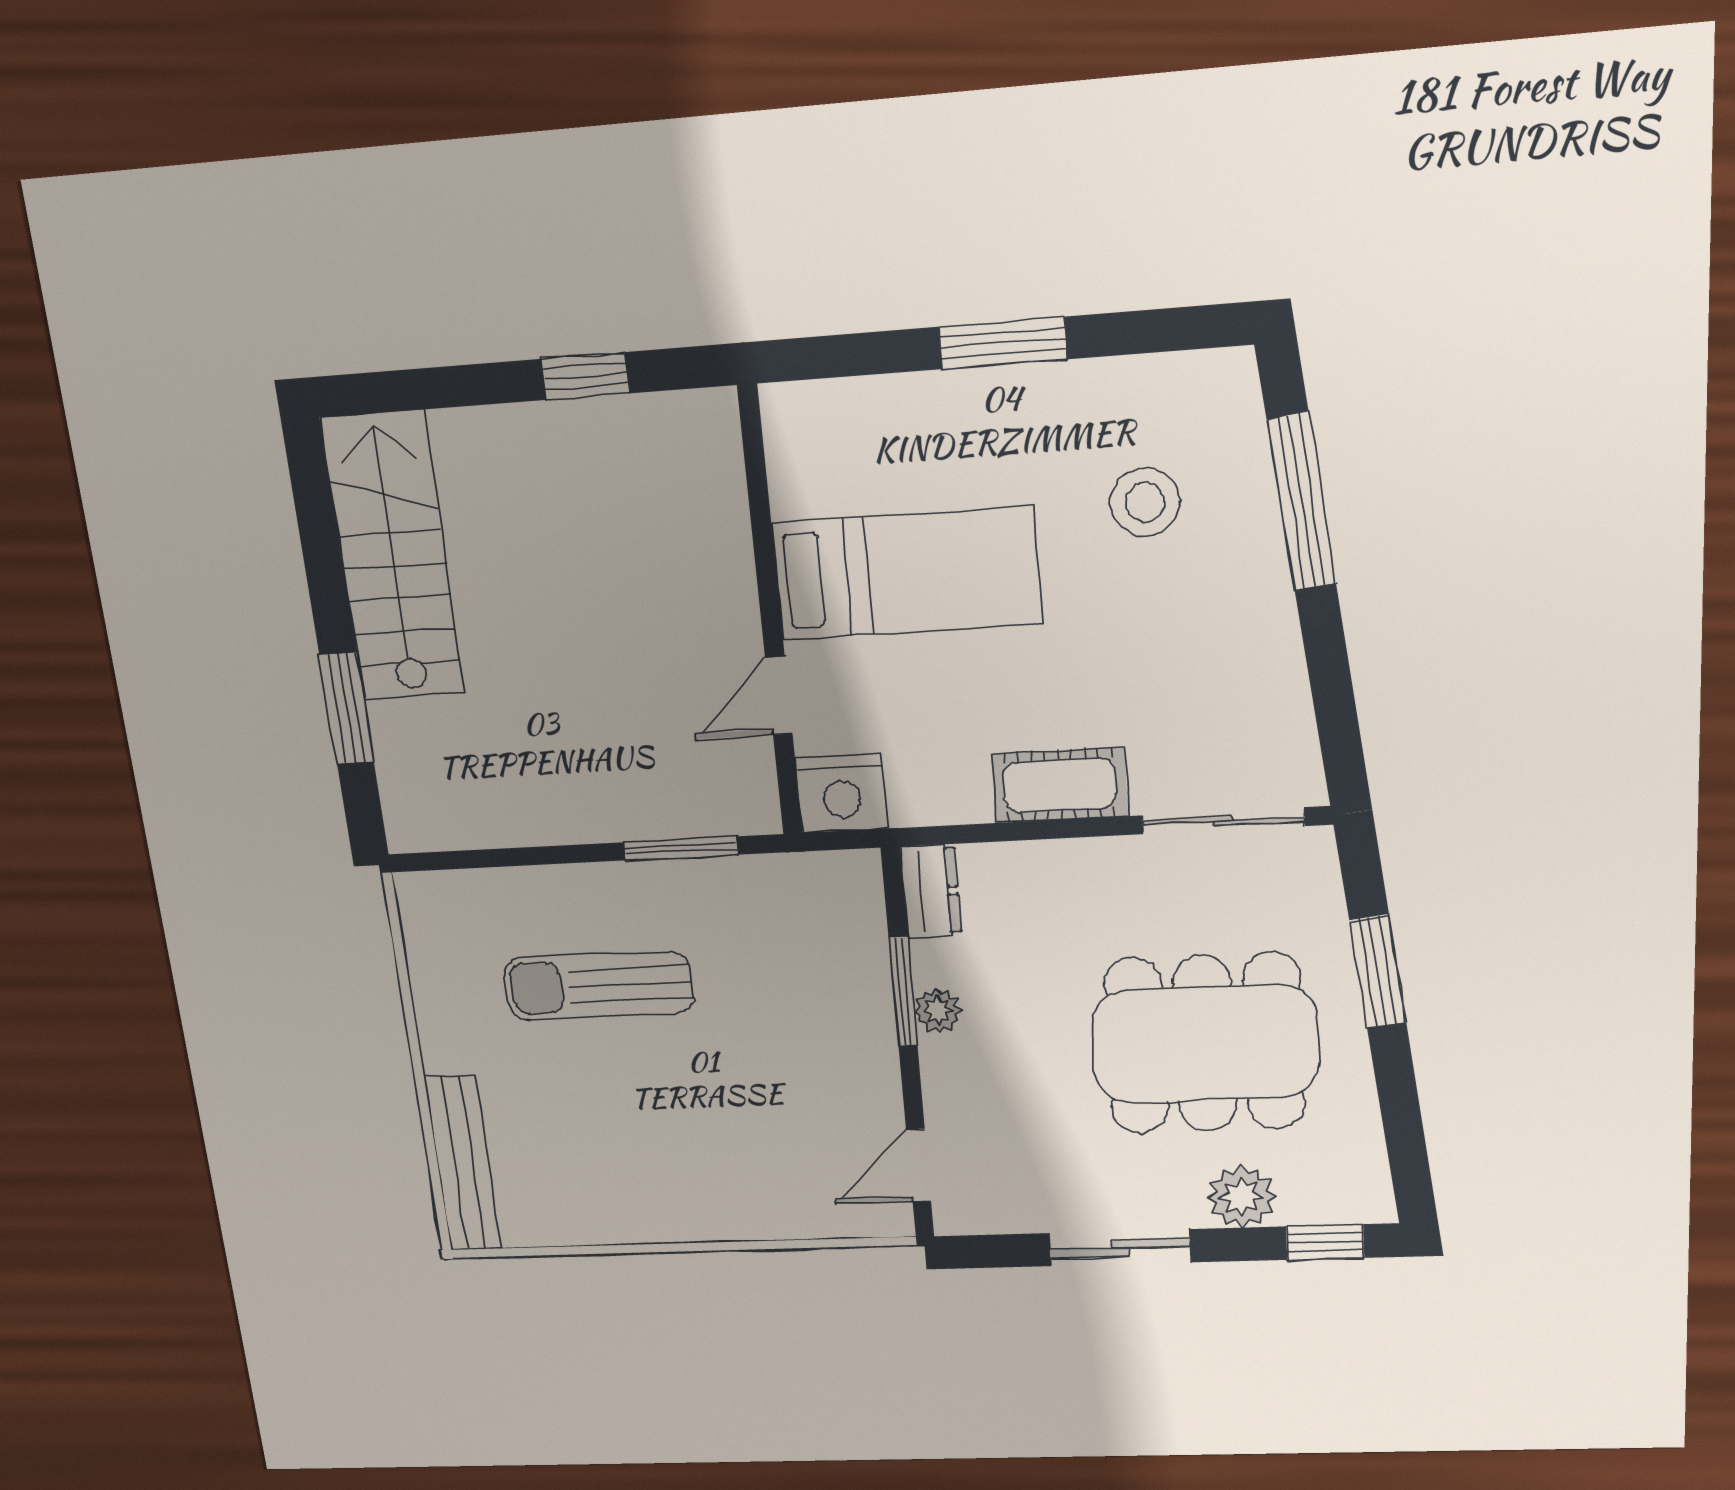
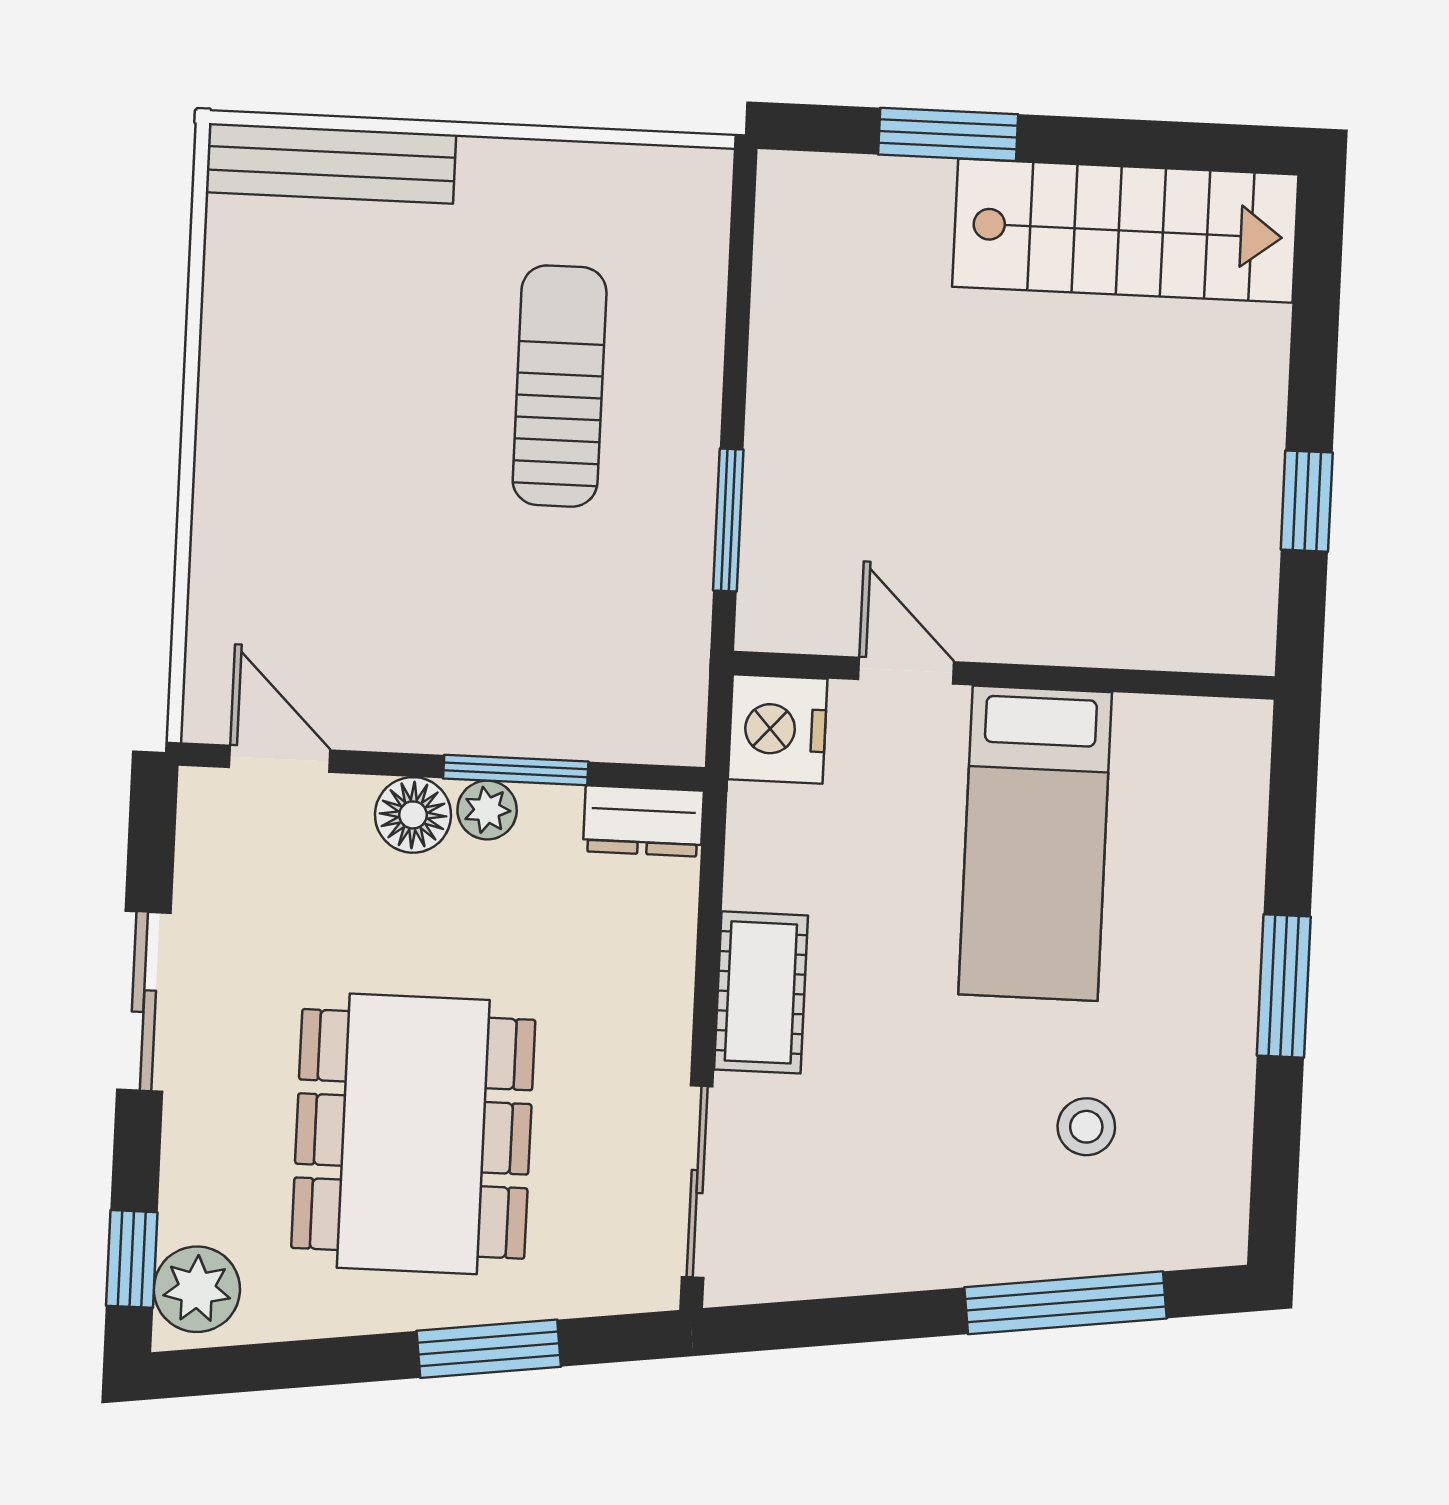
stool: (1145, 502) -> (1086, 1127), width x0.73, depth x0.73
floor lamp: (949, 1065) -> (413, 815), added
plant: (1242, 1197) -> (197, 1289), moved

